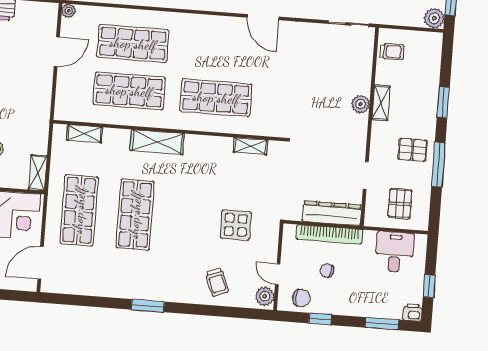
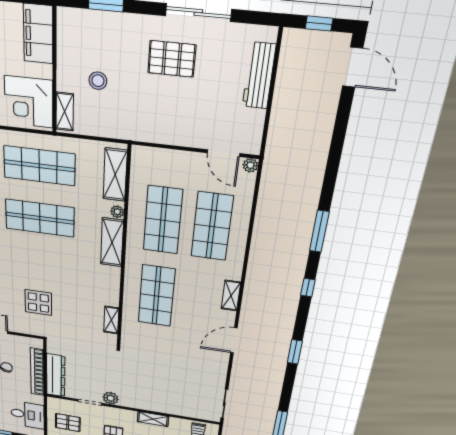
shelving: (209, 22) -> (231, 296), added
door: (57, 52) -> (223, 153), moved
plant: (360, 104) -> (111, 398), moved
shelving: (85, 134) -> (115, 175), width x1.50, depth x1.33
plant: (123, 135) -> (117, 212), added
shelving: (38, 173) -> (65, 112), moved, turned 90

